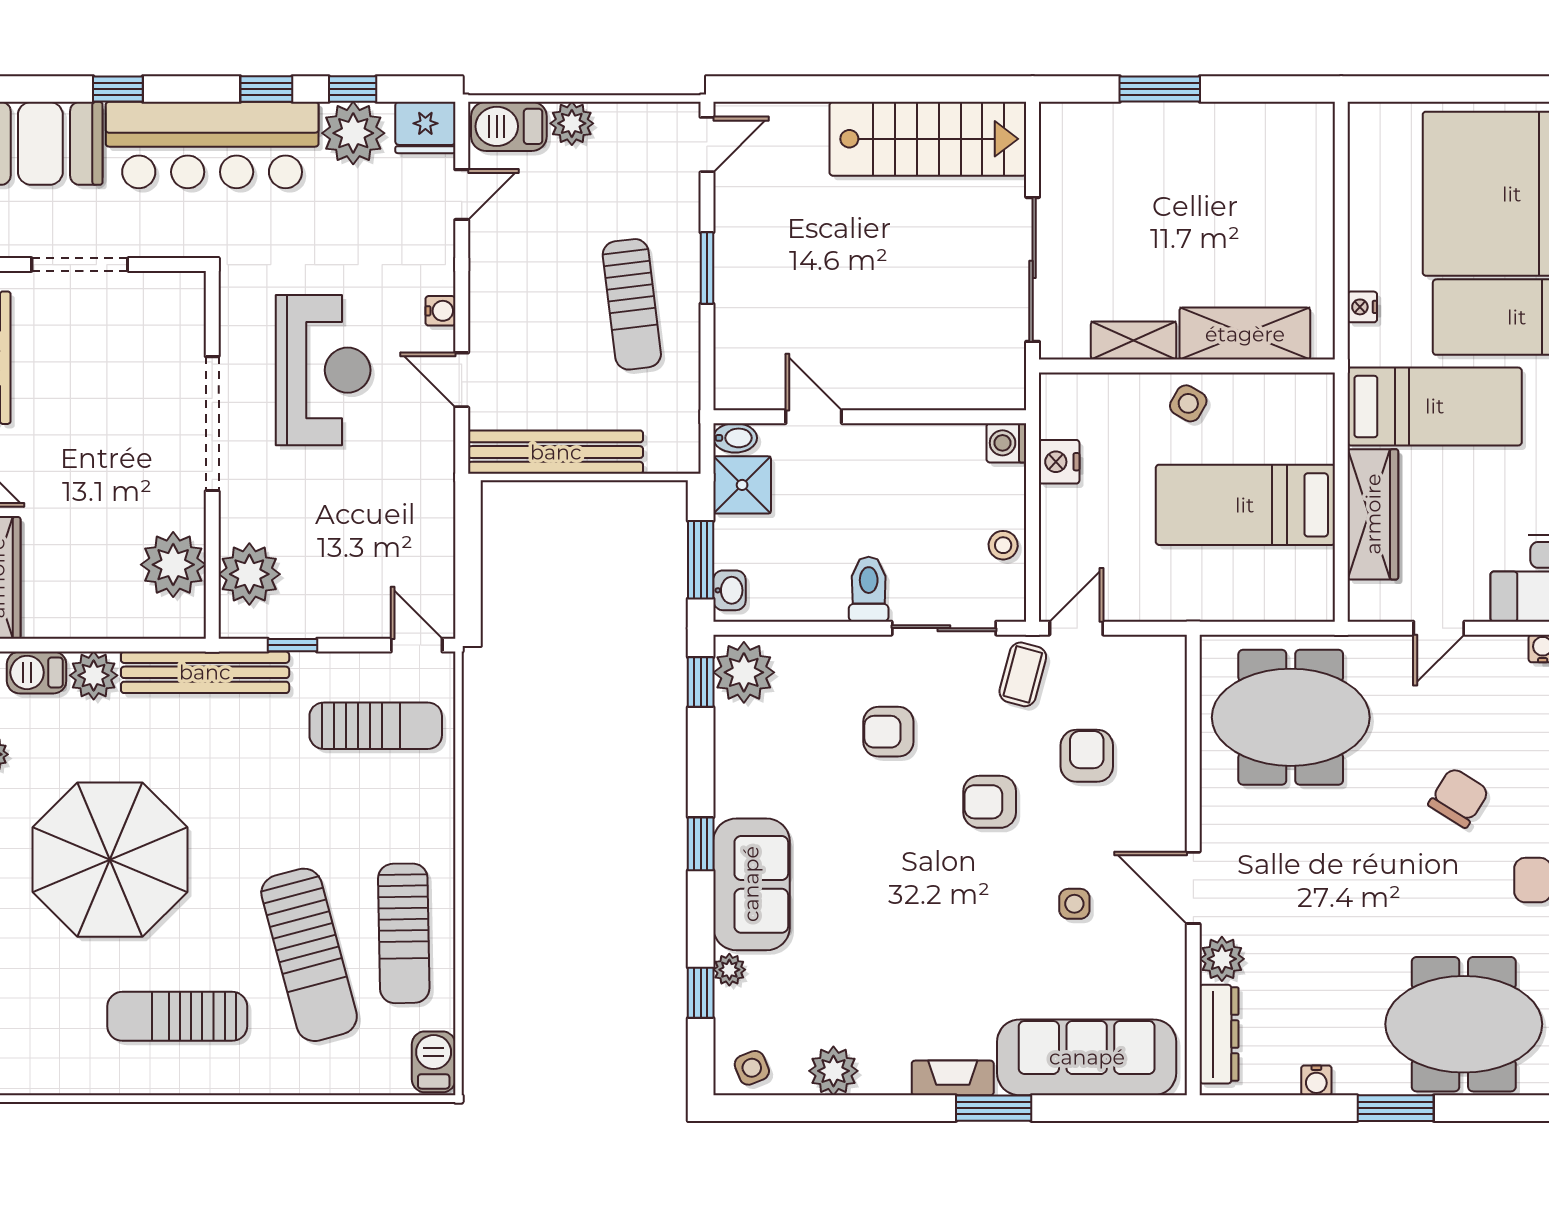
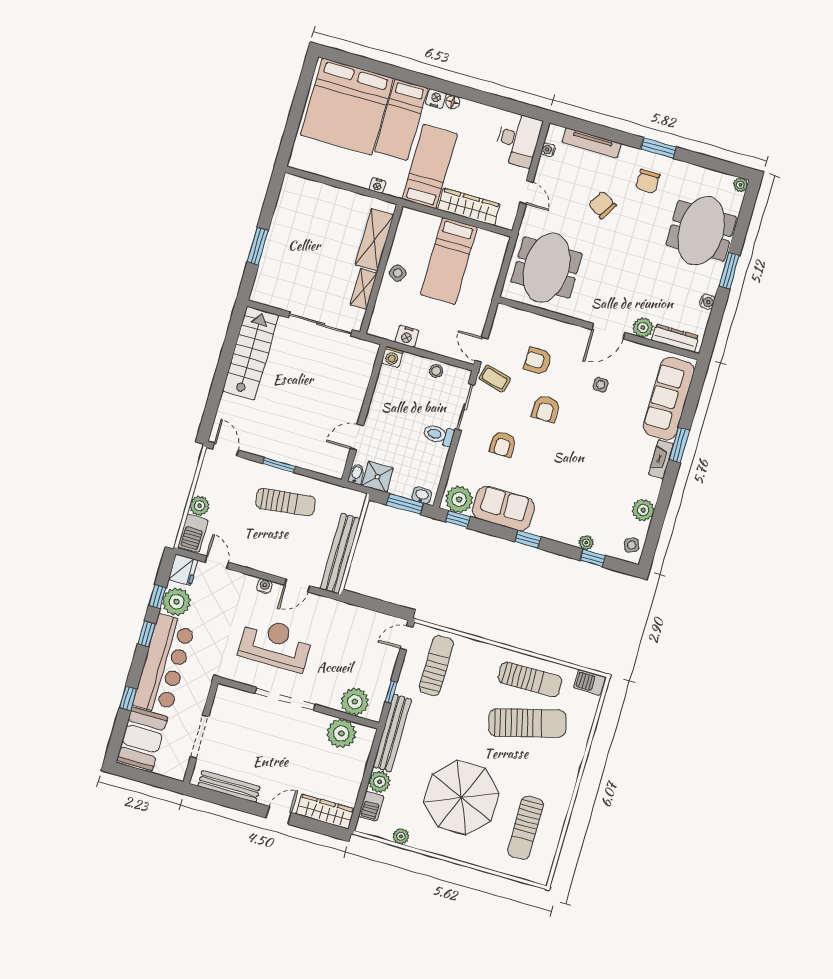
sofa: (751, 884) -> (503, 508), moved
sun lounger: (177, 1016) -> (526, 828), moved

